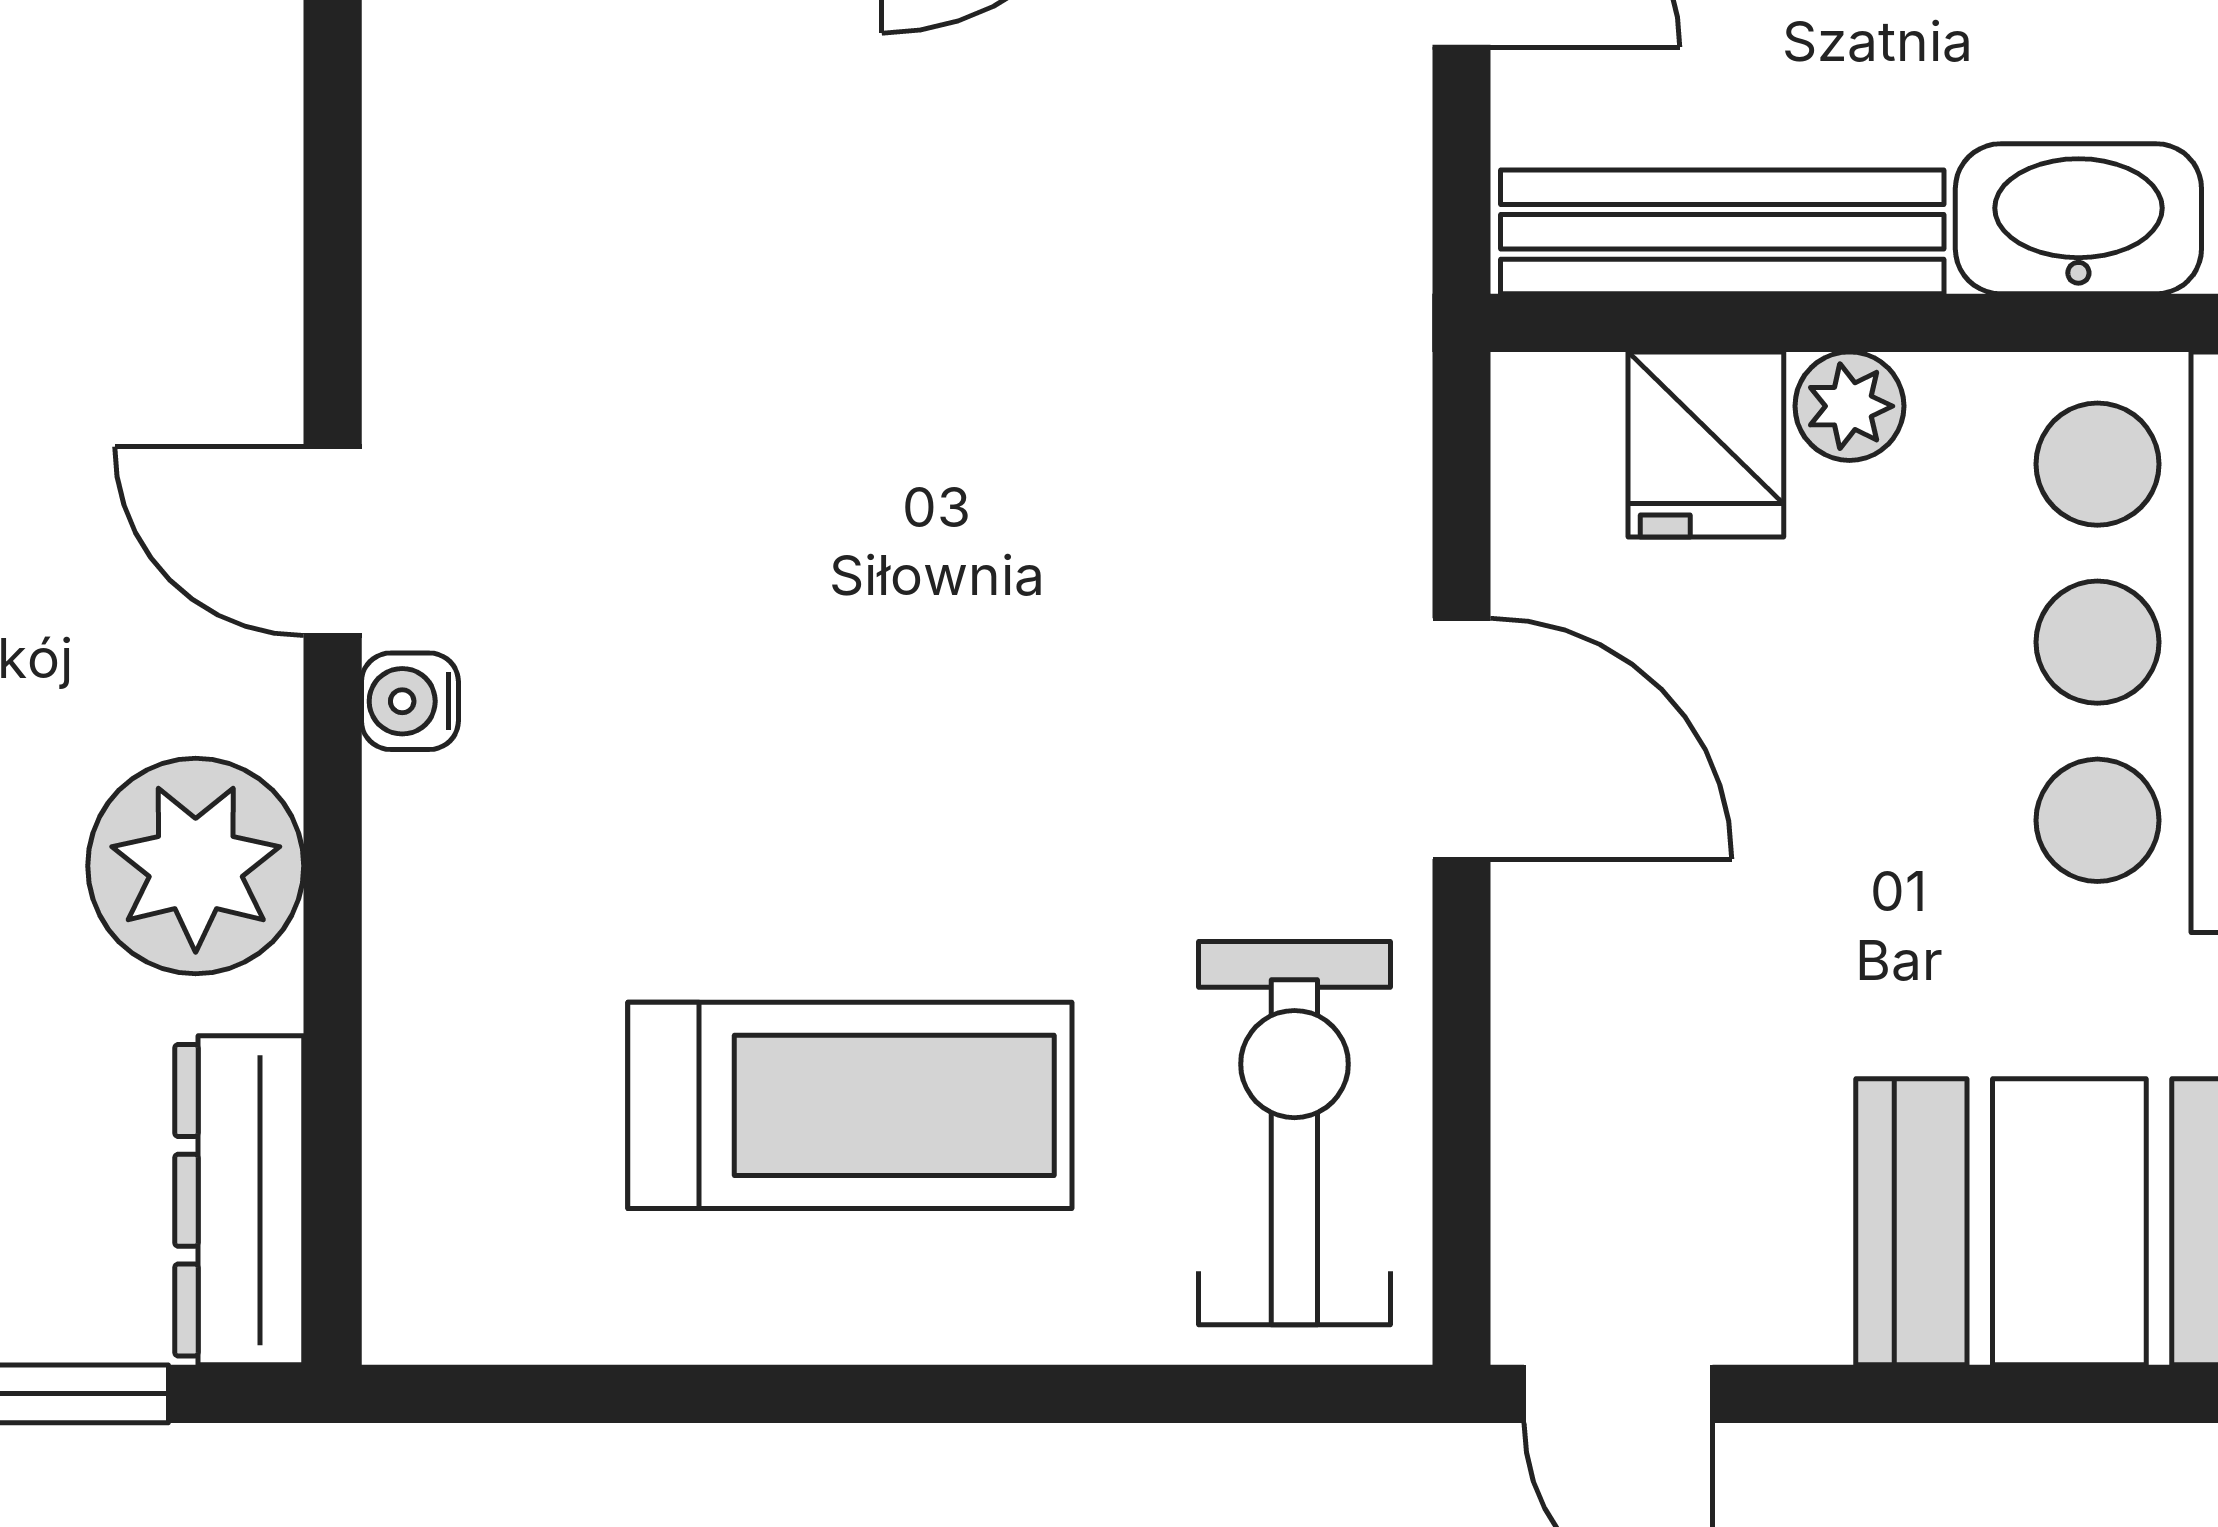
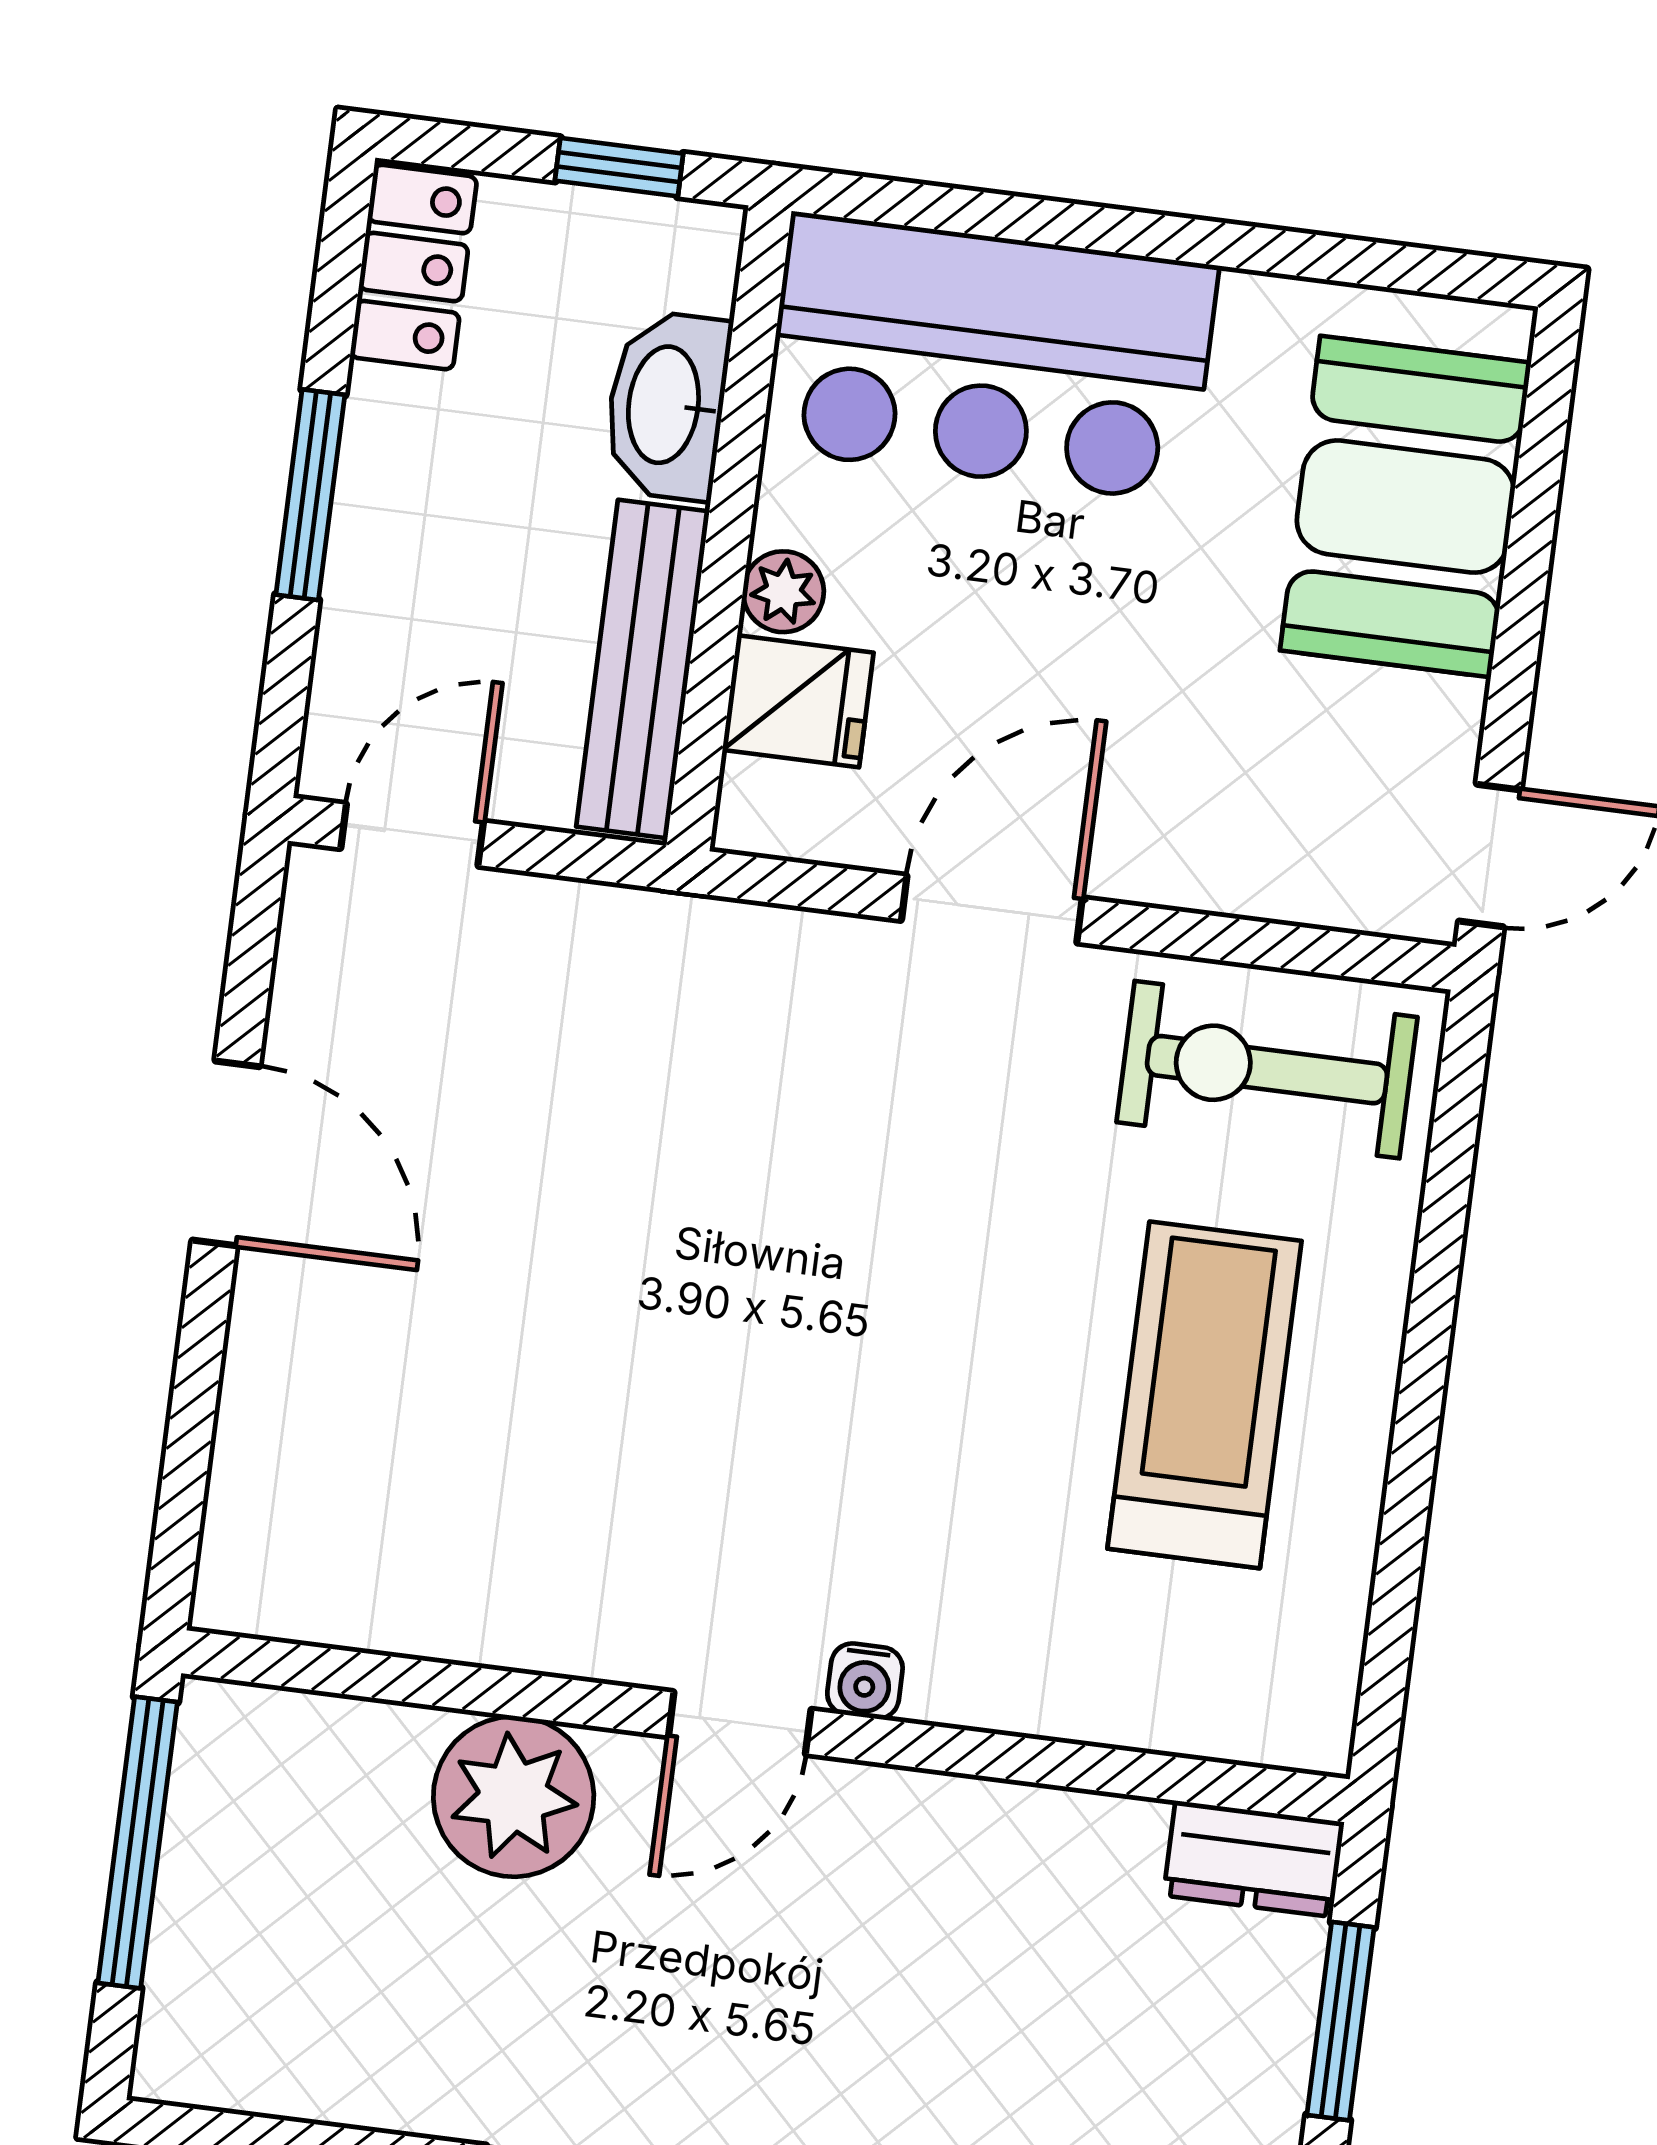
plant: (196, 866) -> (514, 1797), moved
dresser: (239, 1200) -> (1254, 1859), width x0.70

